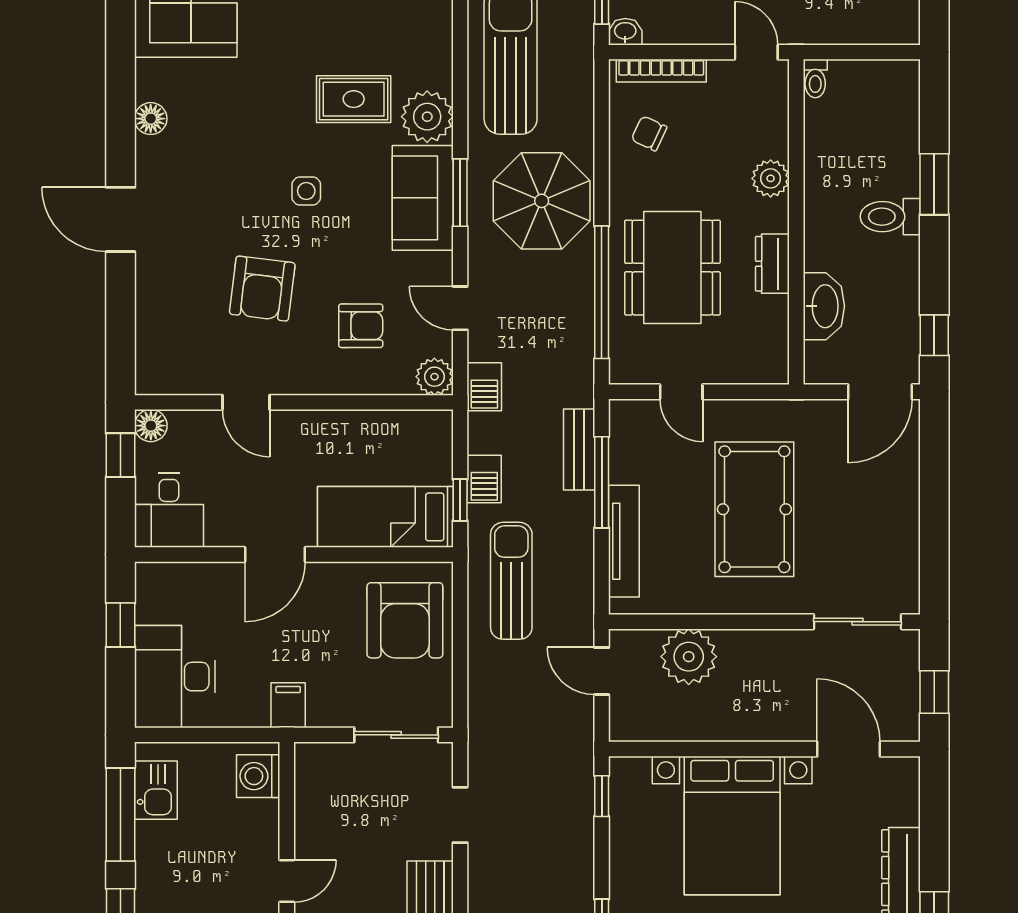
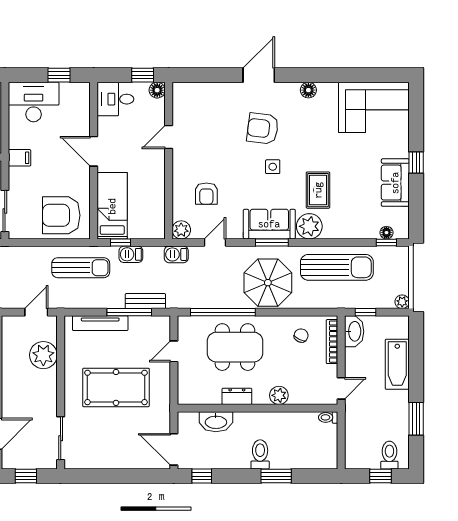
washbasin: (625, 32) -> (354, 331), width x1.91, depth x1.45
armchair: (262, 289) -> (263, 129), moved

